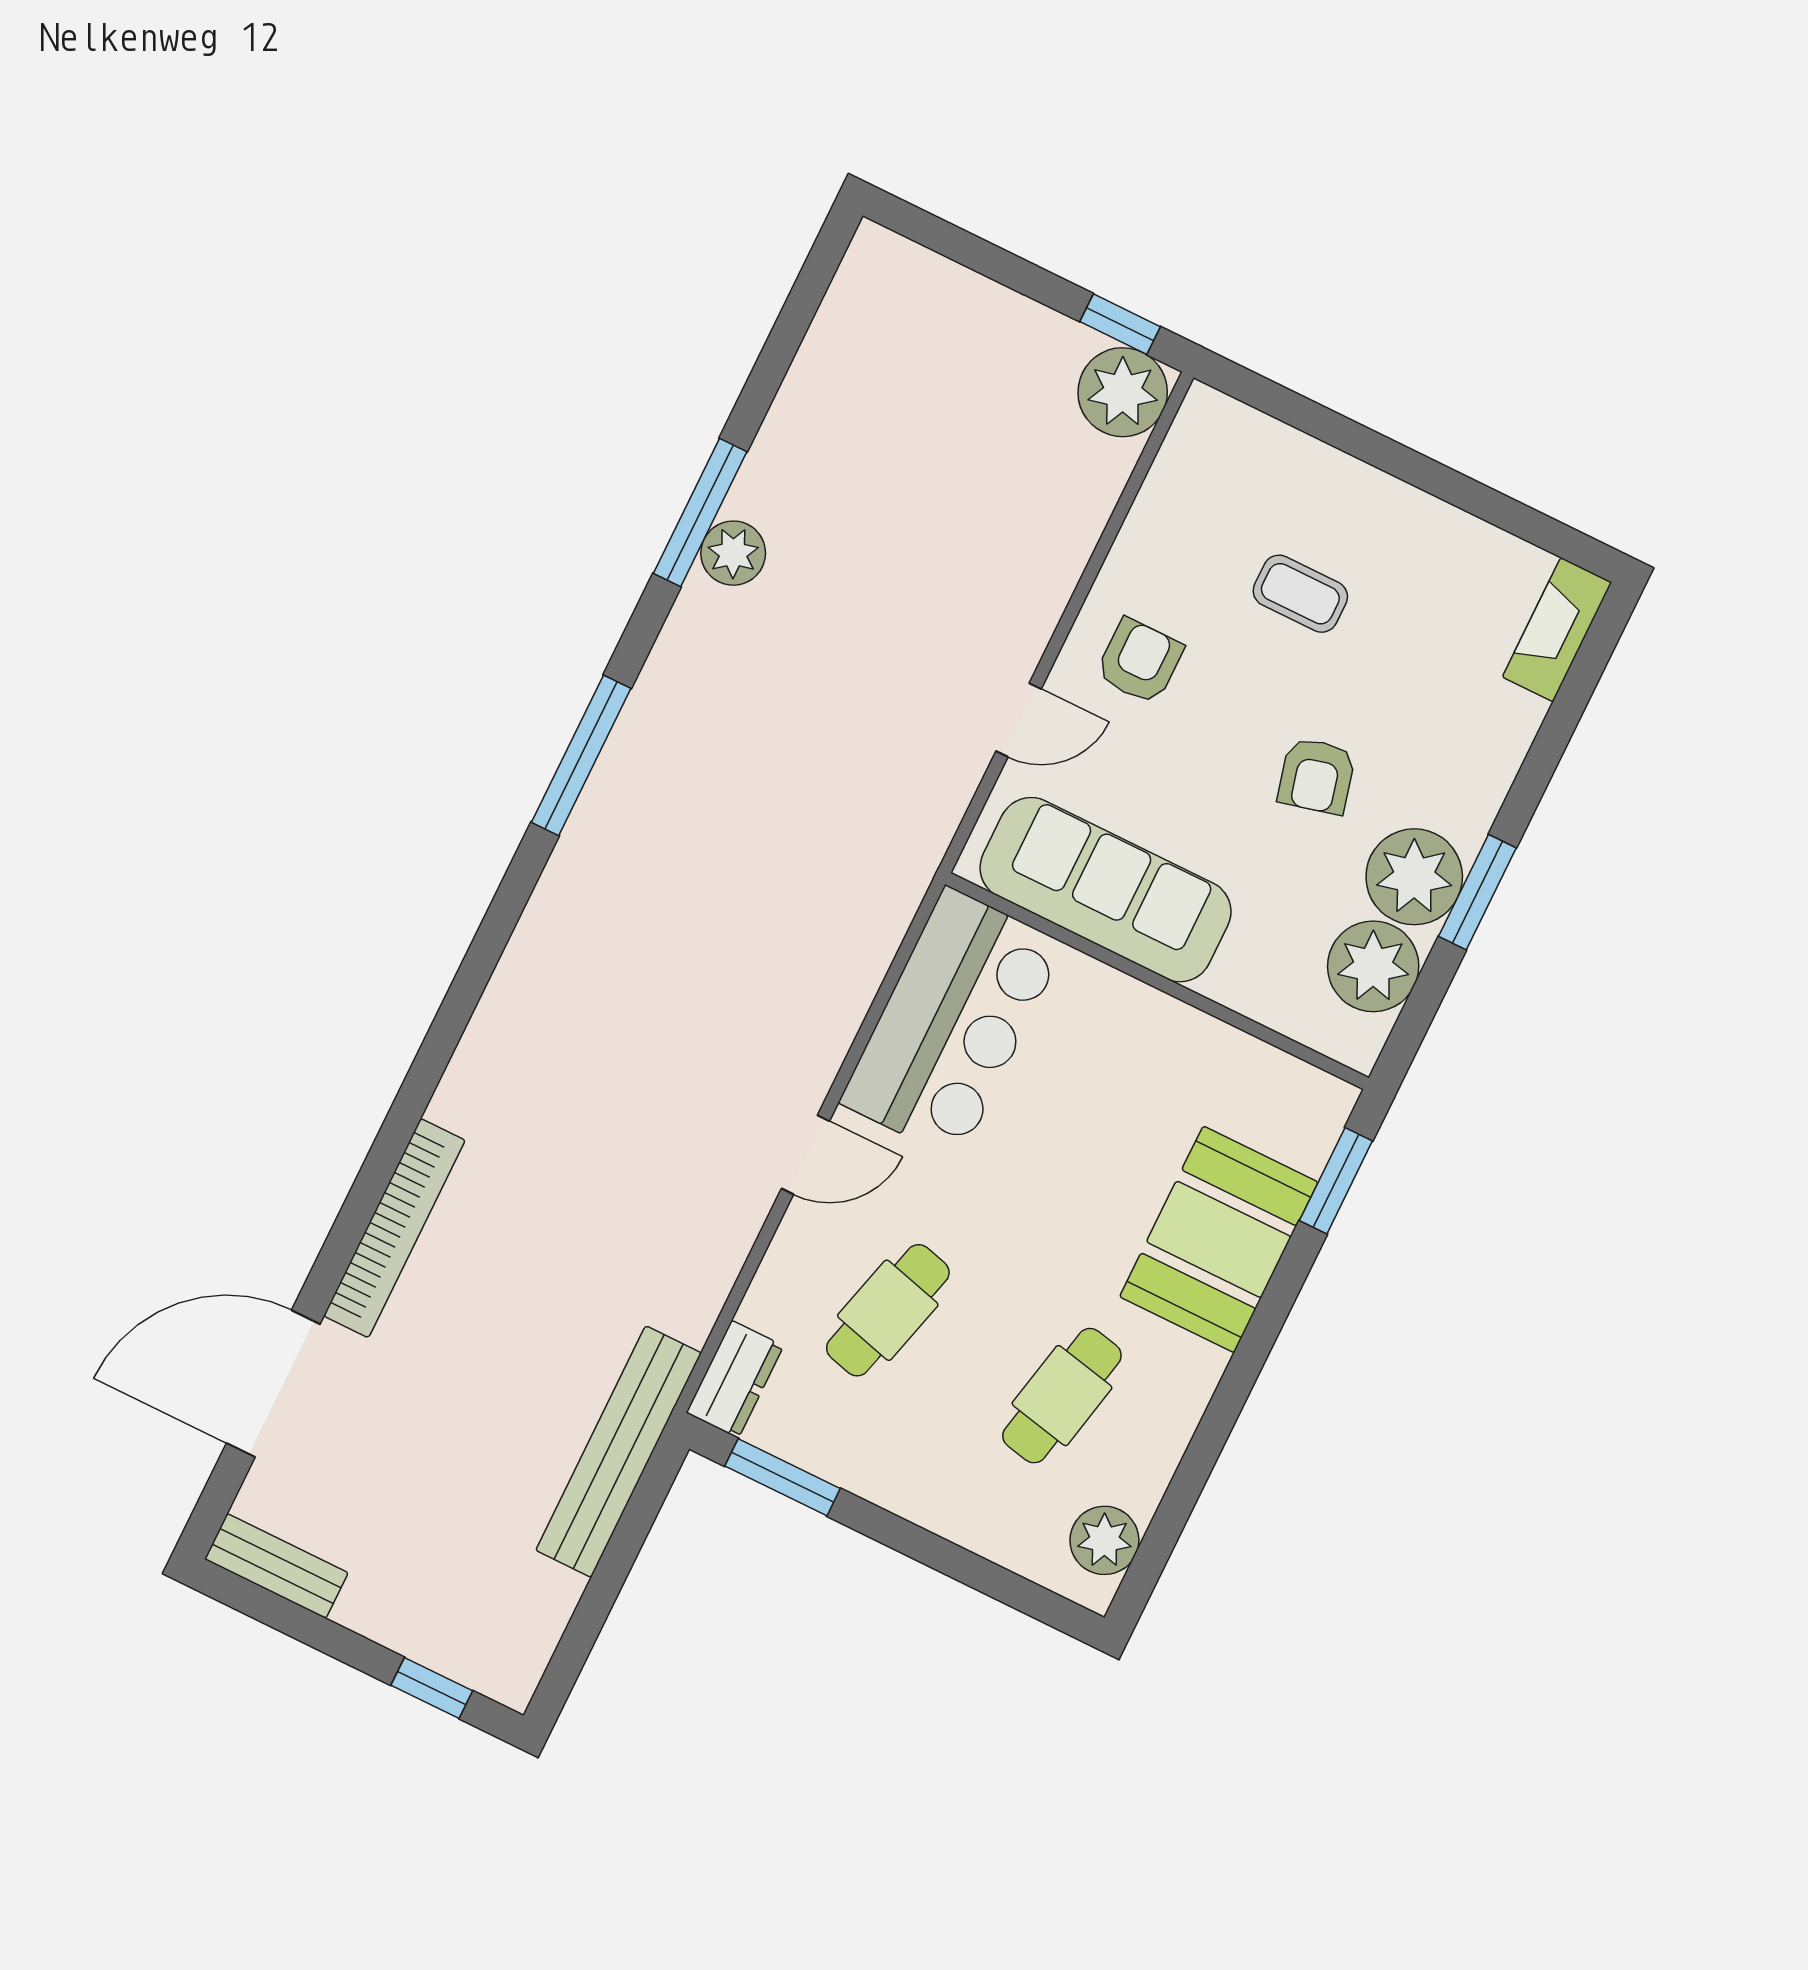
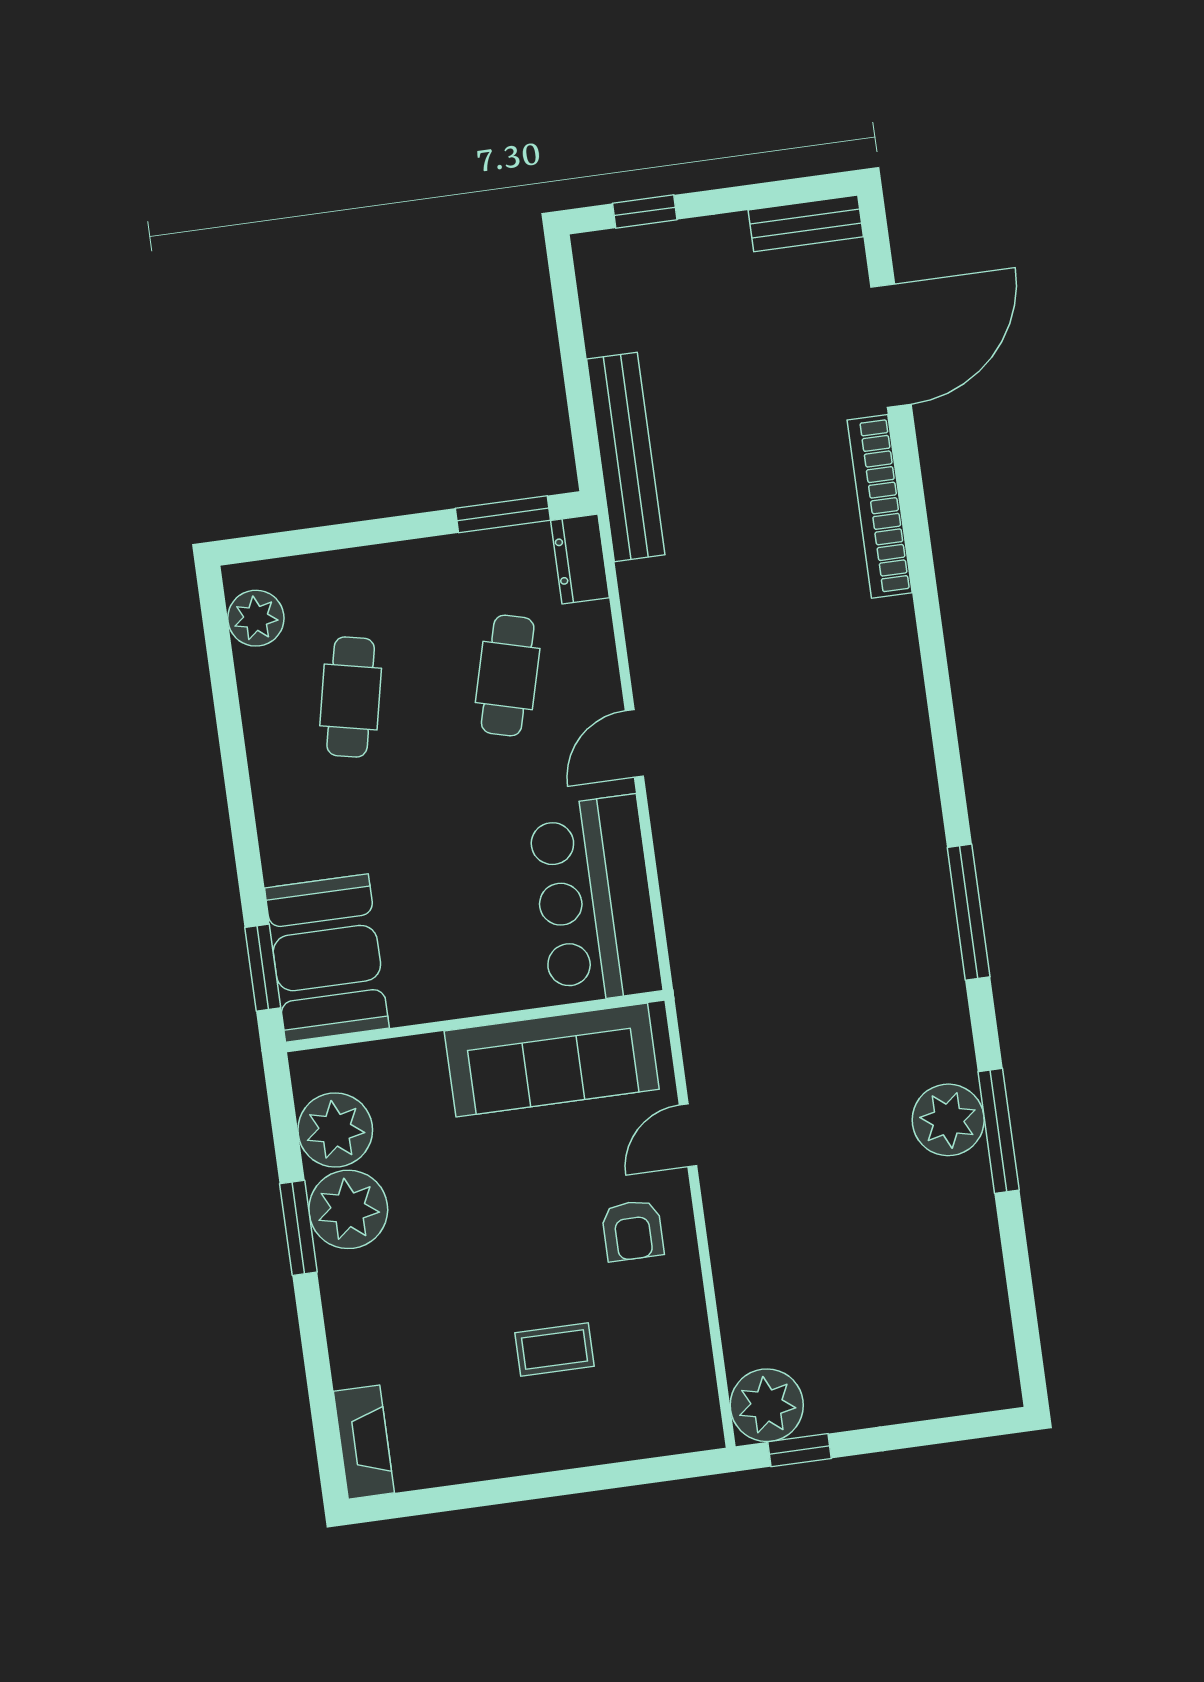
plant: (733, 553) -> (948, 1120), width x1.36, depth x1.36
armchair: (1317, 776) -> (460, 1233), removed
booth: (1219, 1239) -> (327, 958), moved

